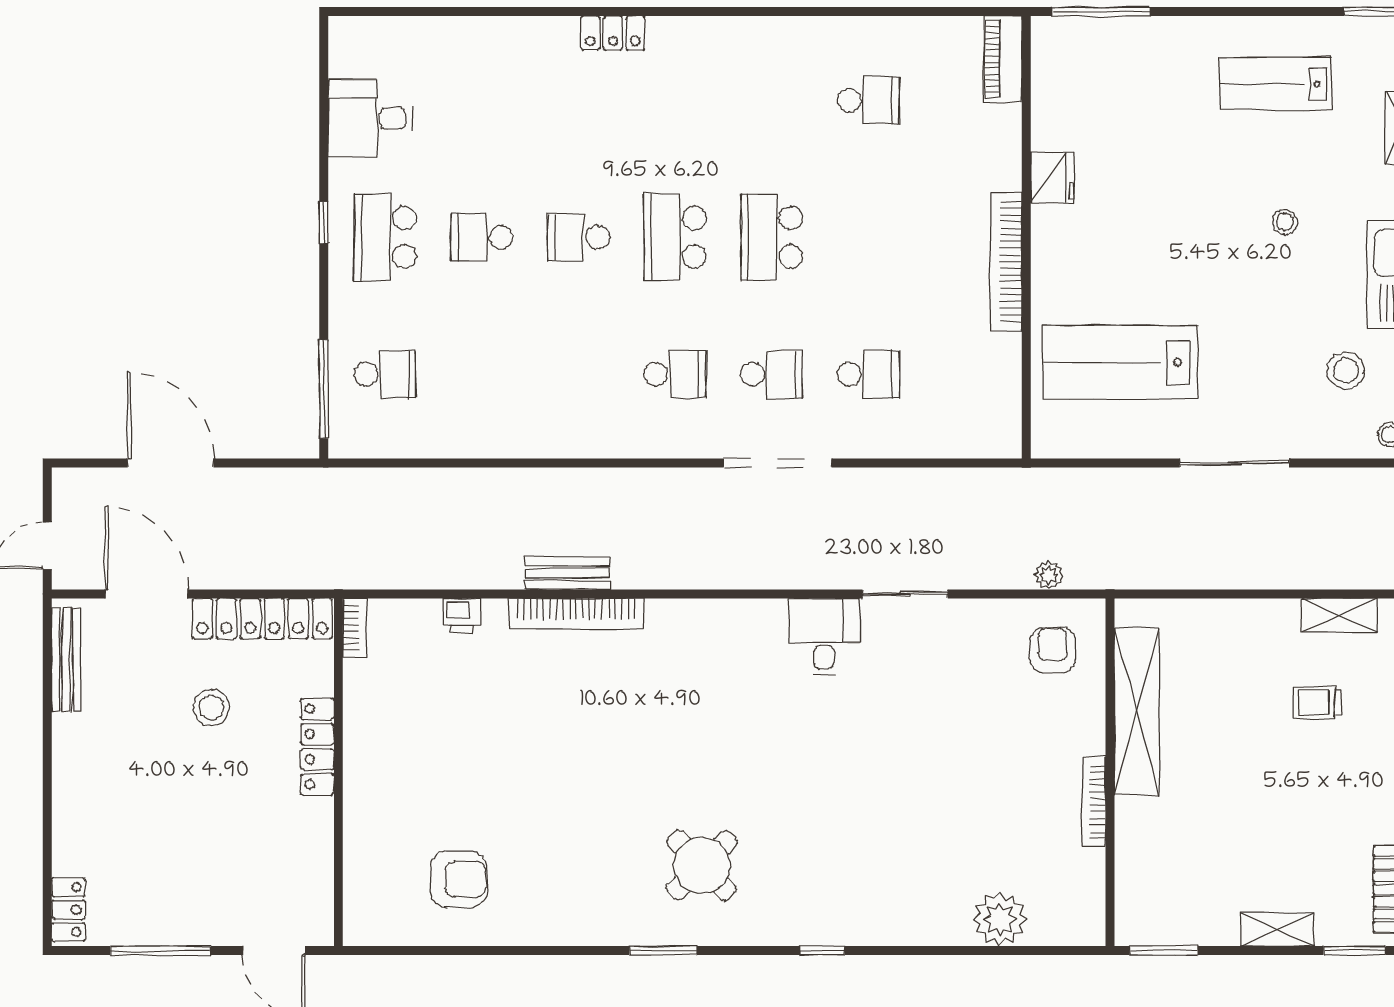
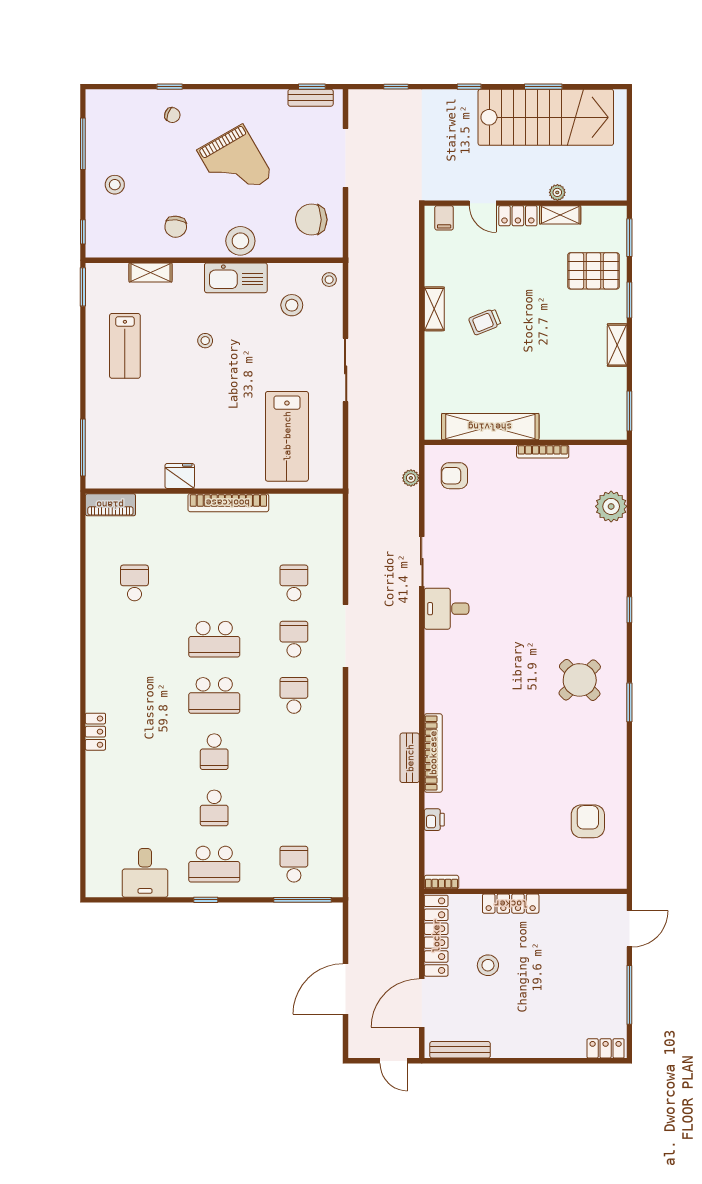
trolley: (1317, 702) -> (485, 322), turned 68

